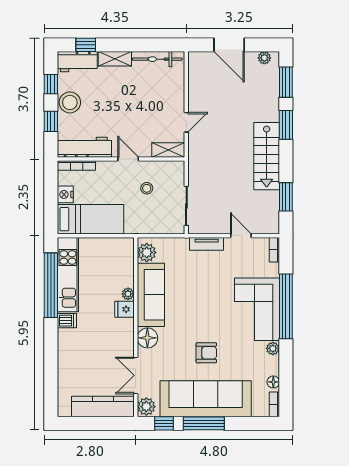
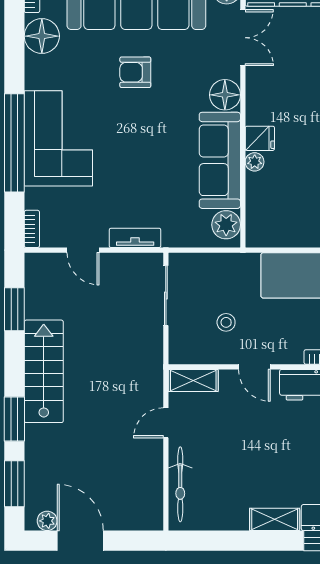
door: (229, 45) -> (80, 541), moved
bicycle: (157, 59) -> (180, 484), moved, turned 90
plant: (273, 348) -> (34, 79), removed
floor lamp: (273, 382) -> (42, 36), width x1.89, depth x1.89

